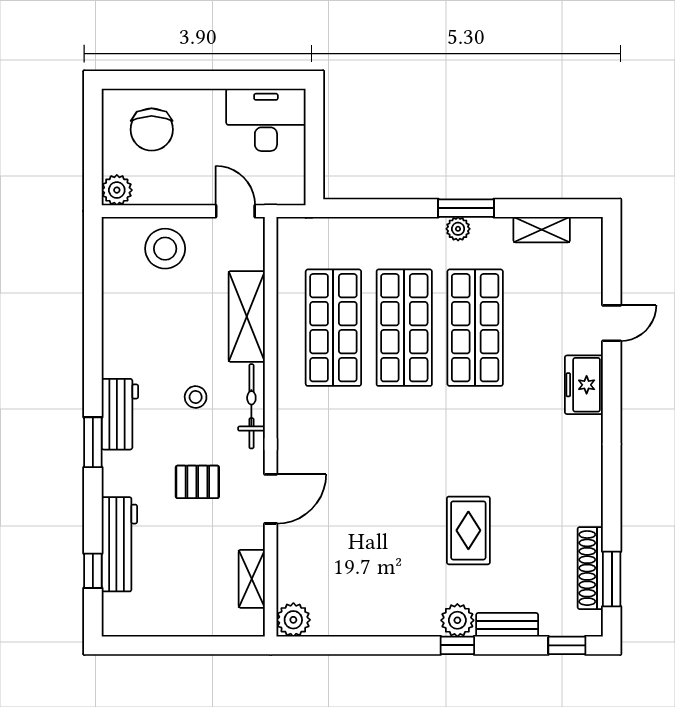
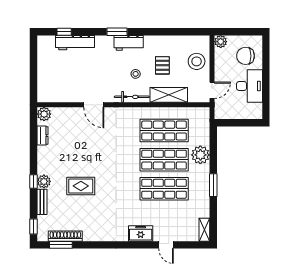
desk: (266, 120) -> (249, 86), moved
plant: (458, 229) -> (200, 155), moved, width x1.87, depth x1.87
shelving: (542, 230) -> (204, 230), moved
pallet: (197, 482) -> (162, 65), moved
shelving: (252, 579) -> (61, 97), removed
dresser: (346, 623) -> (43, 136), added

